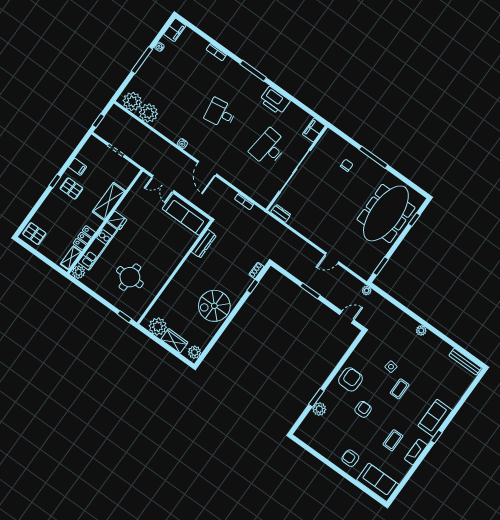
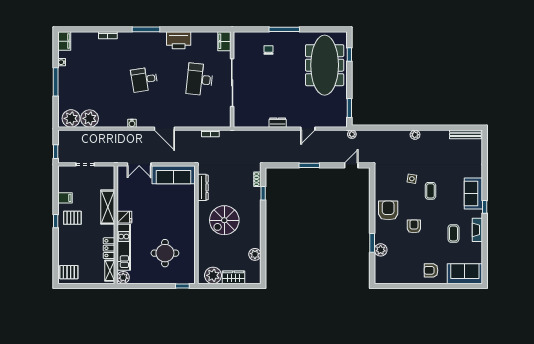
dresser: (281, 213) -> (278, 123), moved
spiral stairs: (214, 306) -> (224, 220), moved
plant: (194, 352) -> (255, 254), moved

